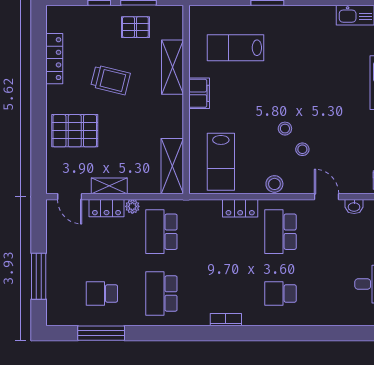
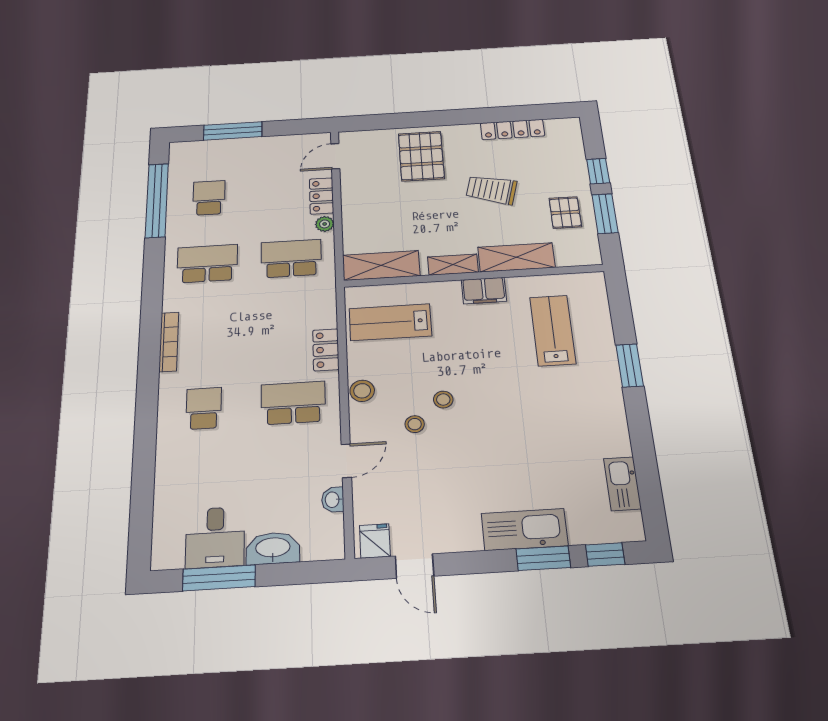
trolley: (110, 80) -> (491, 190), turned 91
shelving: (109, 186) -> (453, 265), moved, turned 90
bookcase: (226, 320) -> (169, 342), width x1.56
window: (101, 333) -> (157, 200), width x1.46

